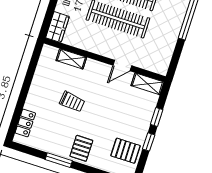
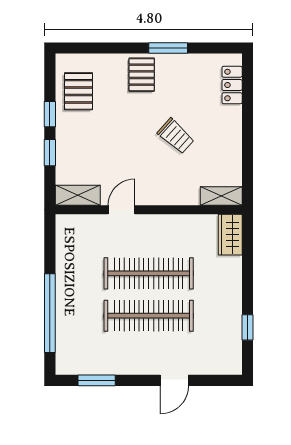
shelving: (71, 59) -> (221, 196), moved
trolley: (72, 102) -> (176, 136), turned -145
pallet: (125, 151) -> (78, 91), turned 90

